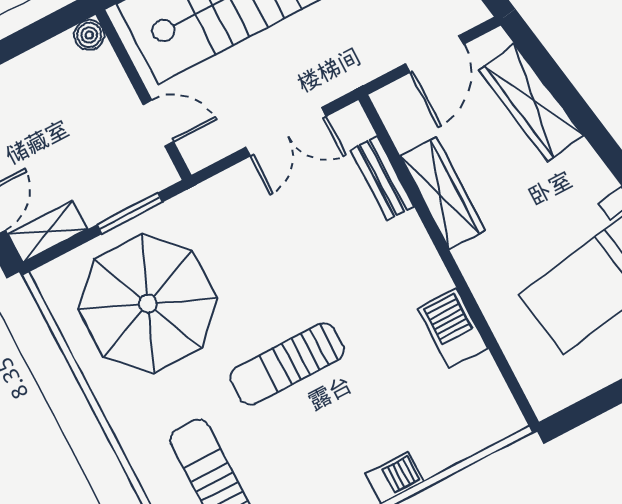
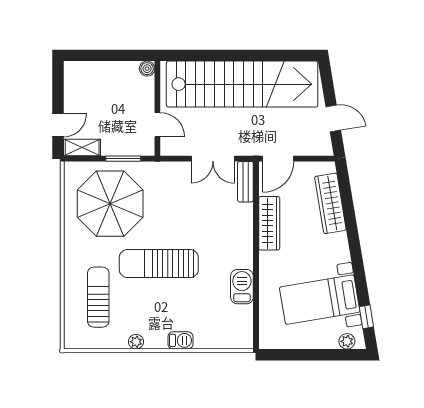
door: (435, 54) -> (278, 159), moved
bench: (382, 178) -> (245, 182), moved
sun lounger: (287, 364) -> (159, 264), width x1.36, depth x1.34

